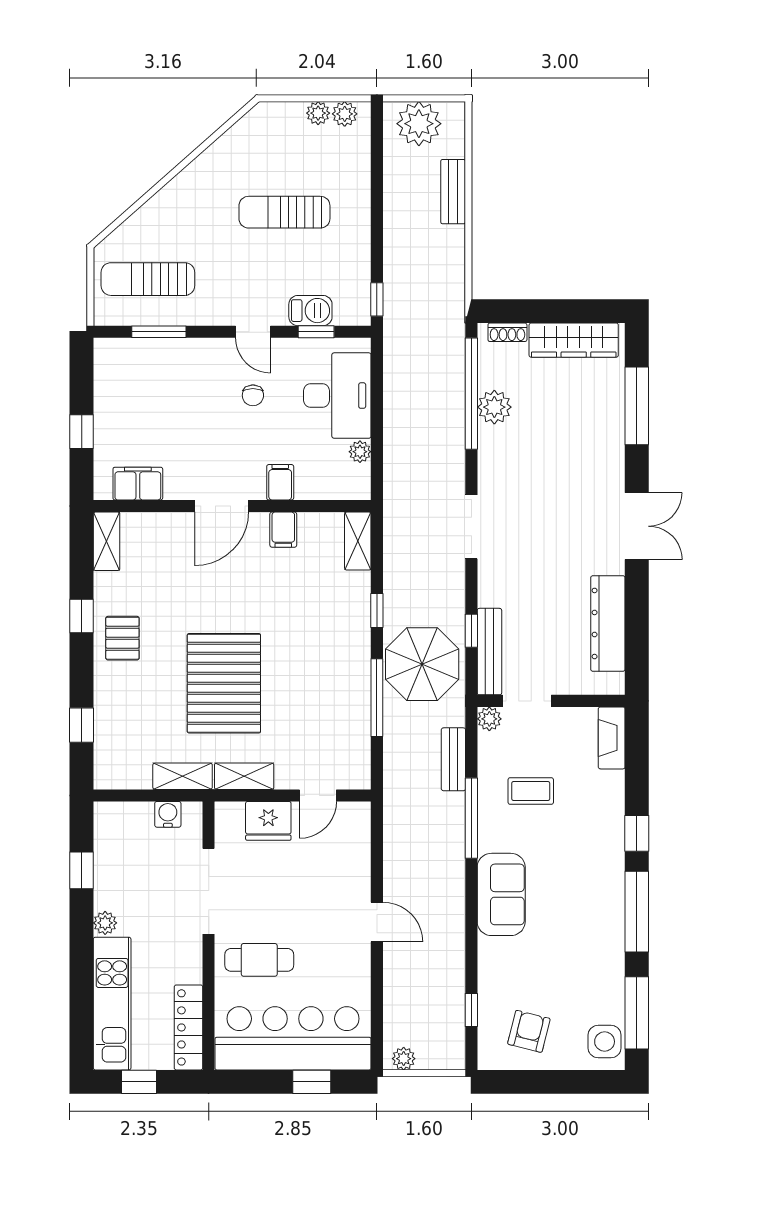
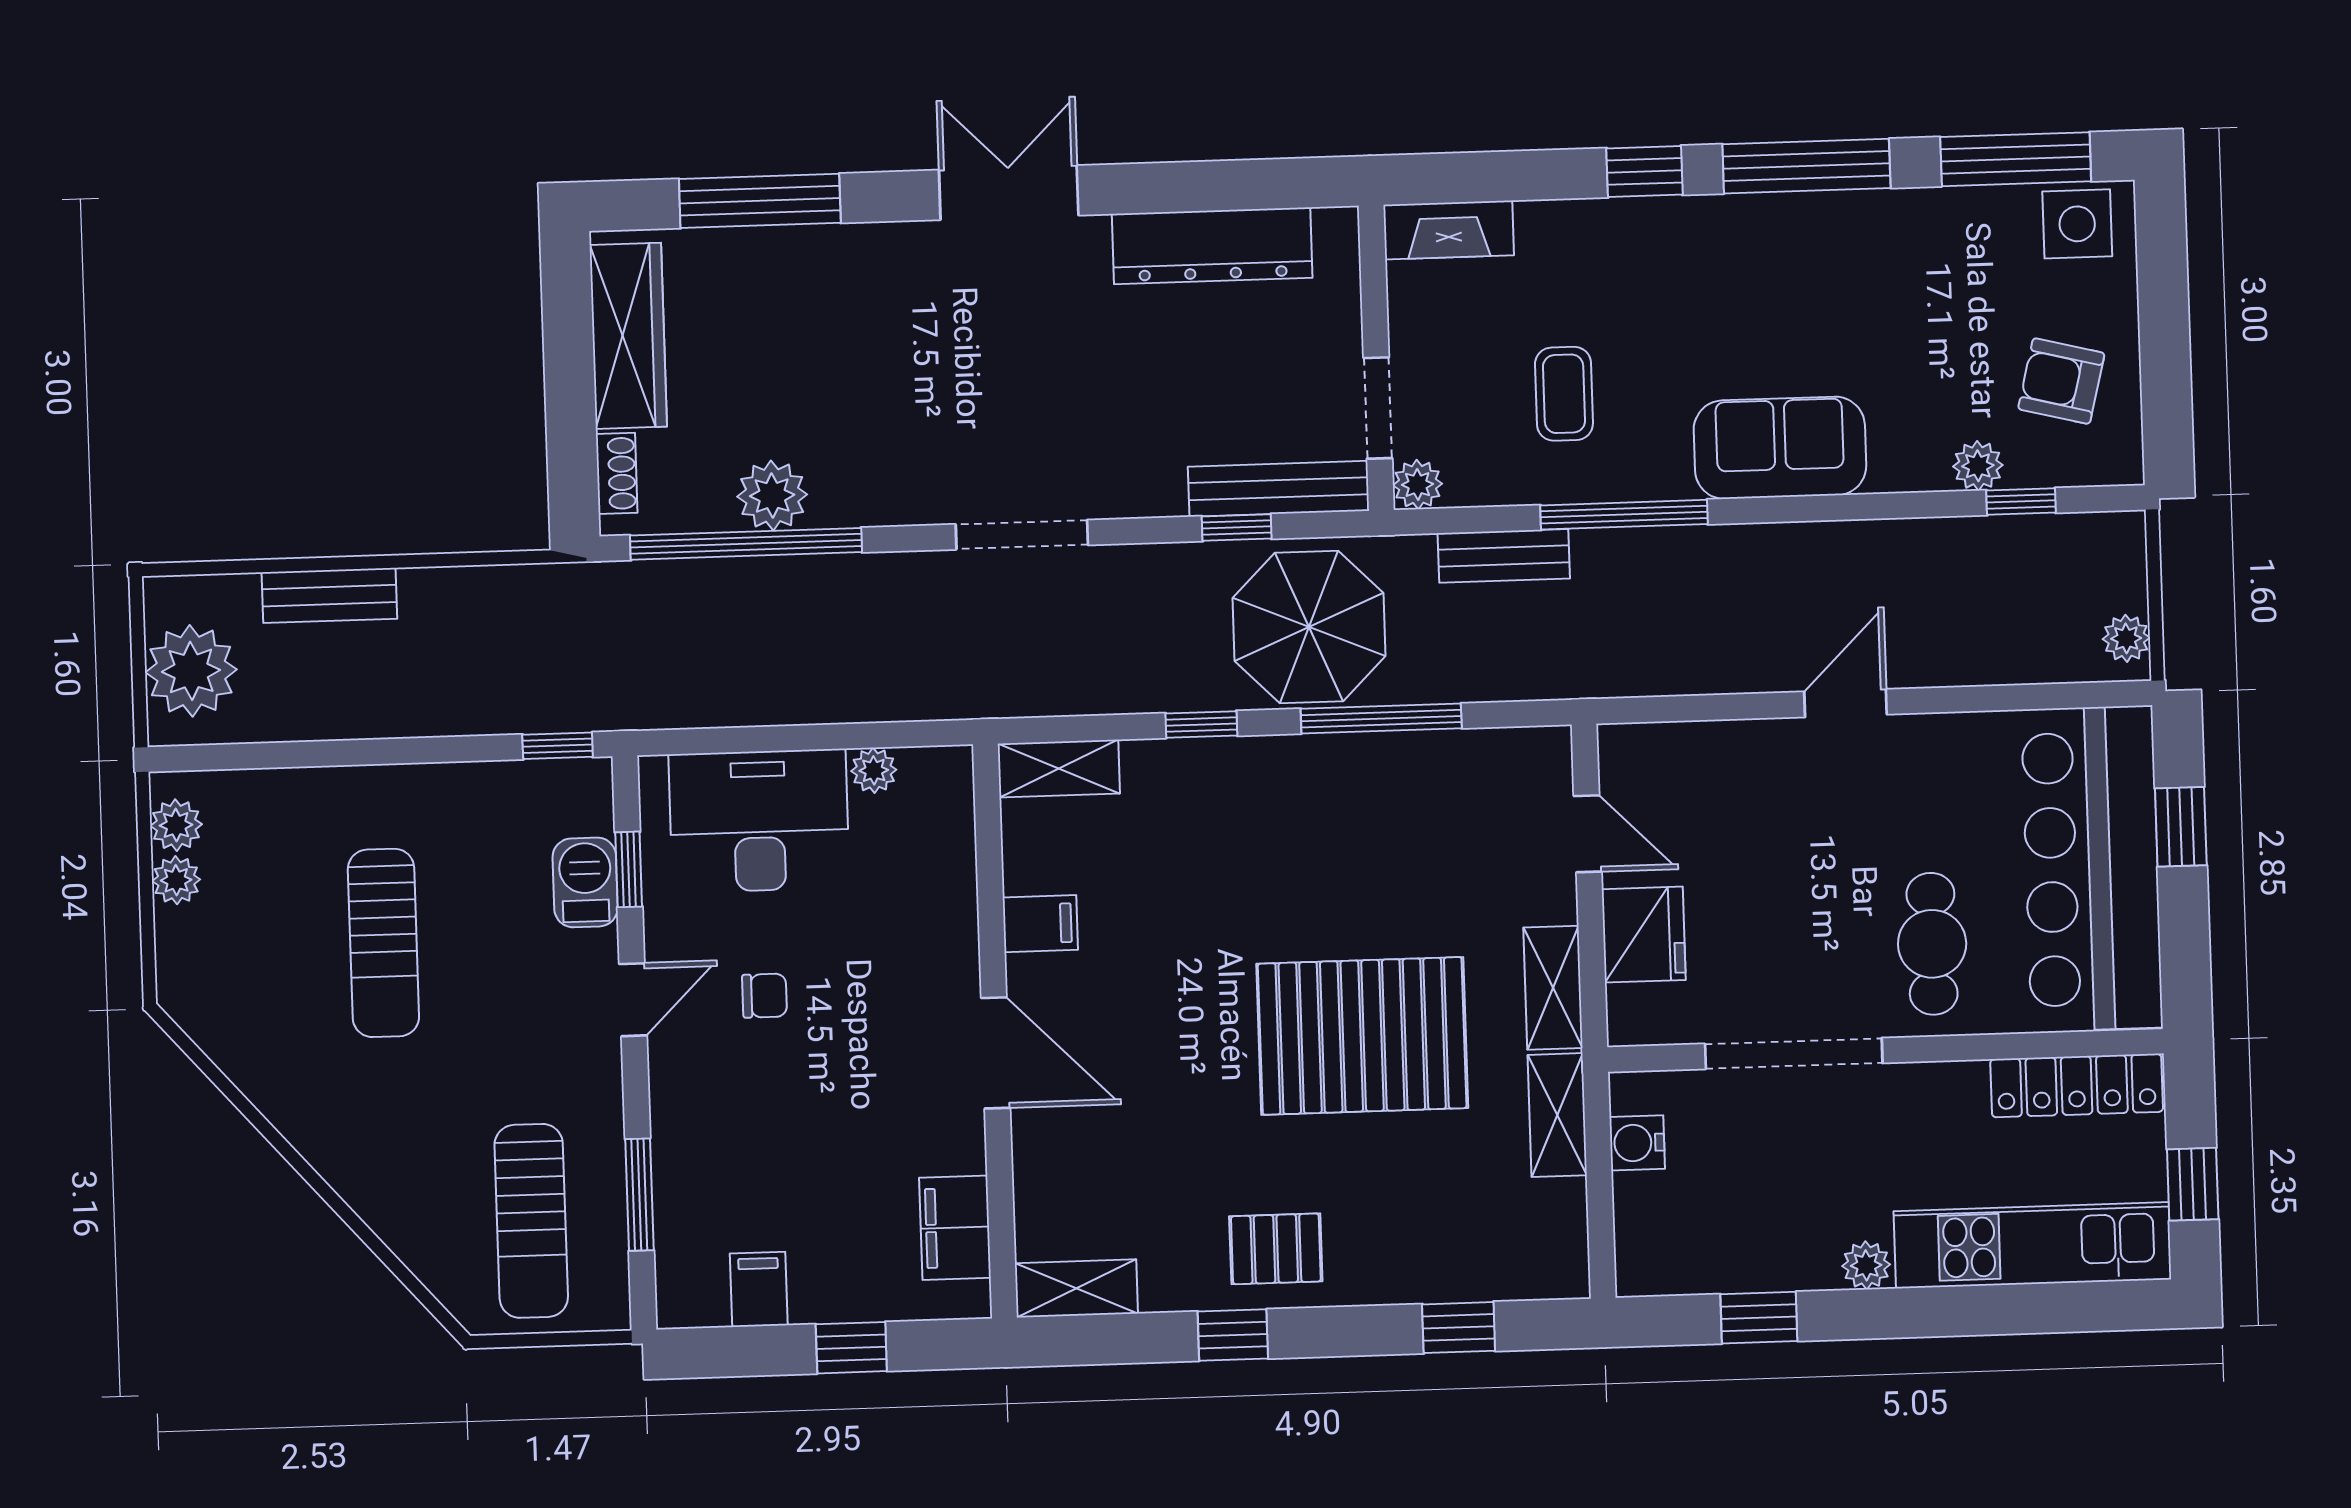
filing cabinet: (280, 482) -> (759, 1289), moved, turned 90
plant: (489, 990) -> (1978, 466), added

